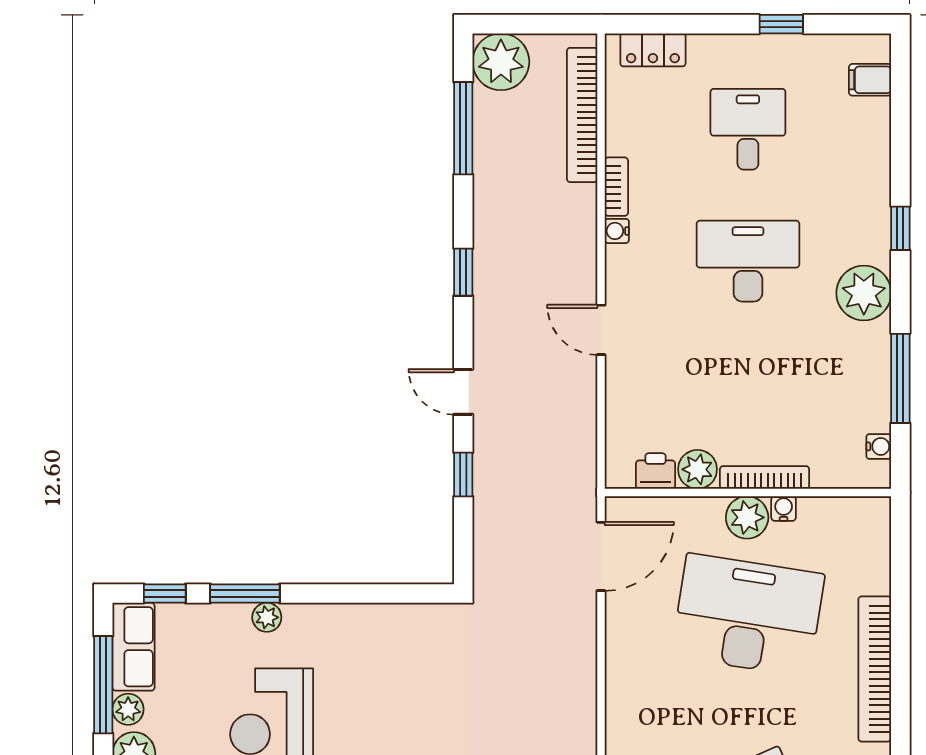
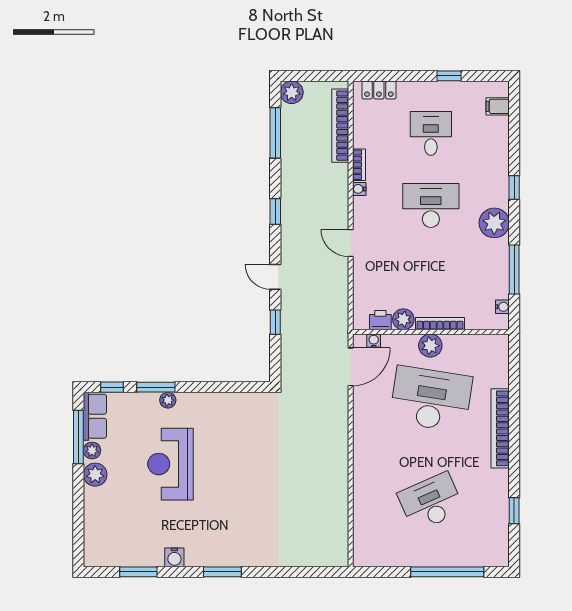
plant: (501, 62) -> (292, 92), width x0.73, depth x0.73
water cooler: (784, 509) -> (374, 341), moved

